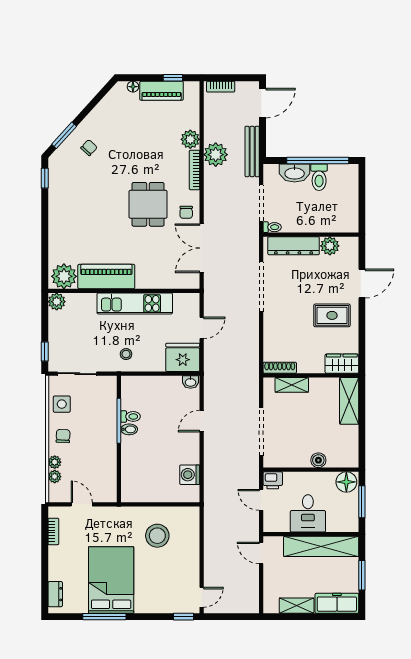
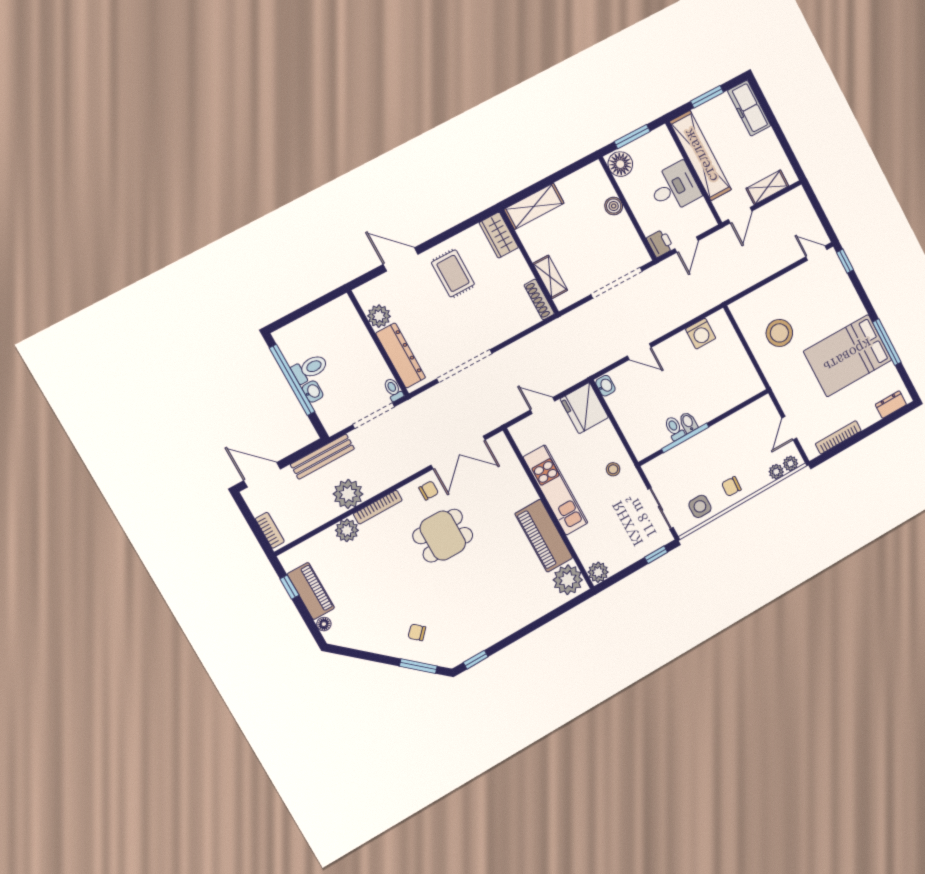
washbasin: (295, 173) -> (313, 392), width x0.52, depth x0.69
plant: (55, 462) -> (790, 463), moved
bookcase: (53, 531) -> (838, 437), width x1.56
shelving: (297, 606) -> (767, 187), moved, turned 90

